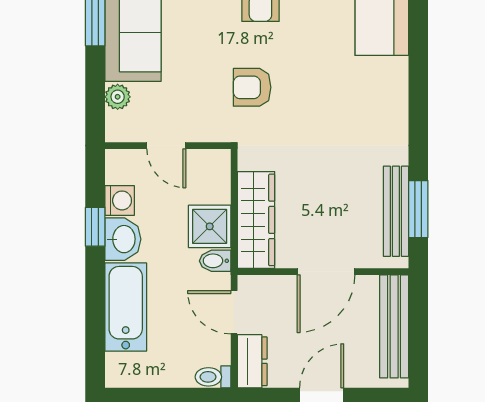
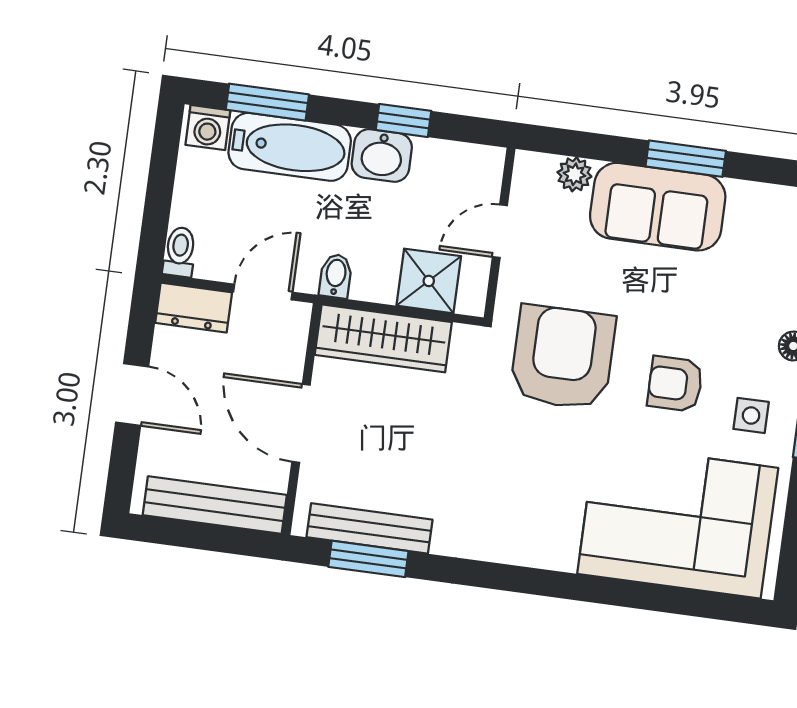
armchair: (252, 87) -> (563, 357), width x1.88, depth x1.88
washing machine: (120, 200) -> (208, 128), moved
shower: (210, 226) -> (429, 281), moved
window: (95, 328) -> (267, 102), added

